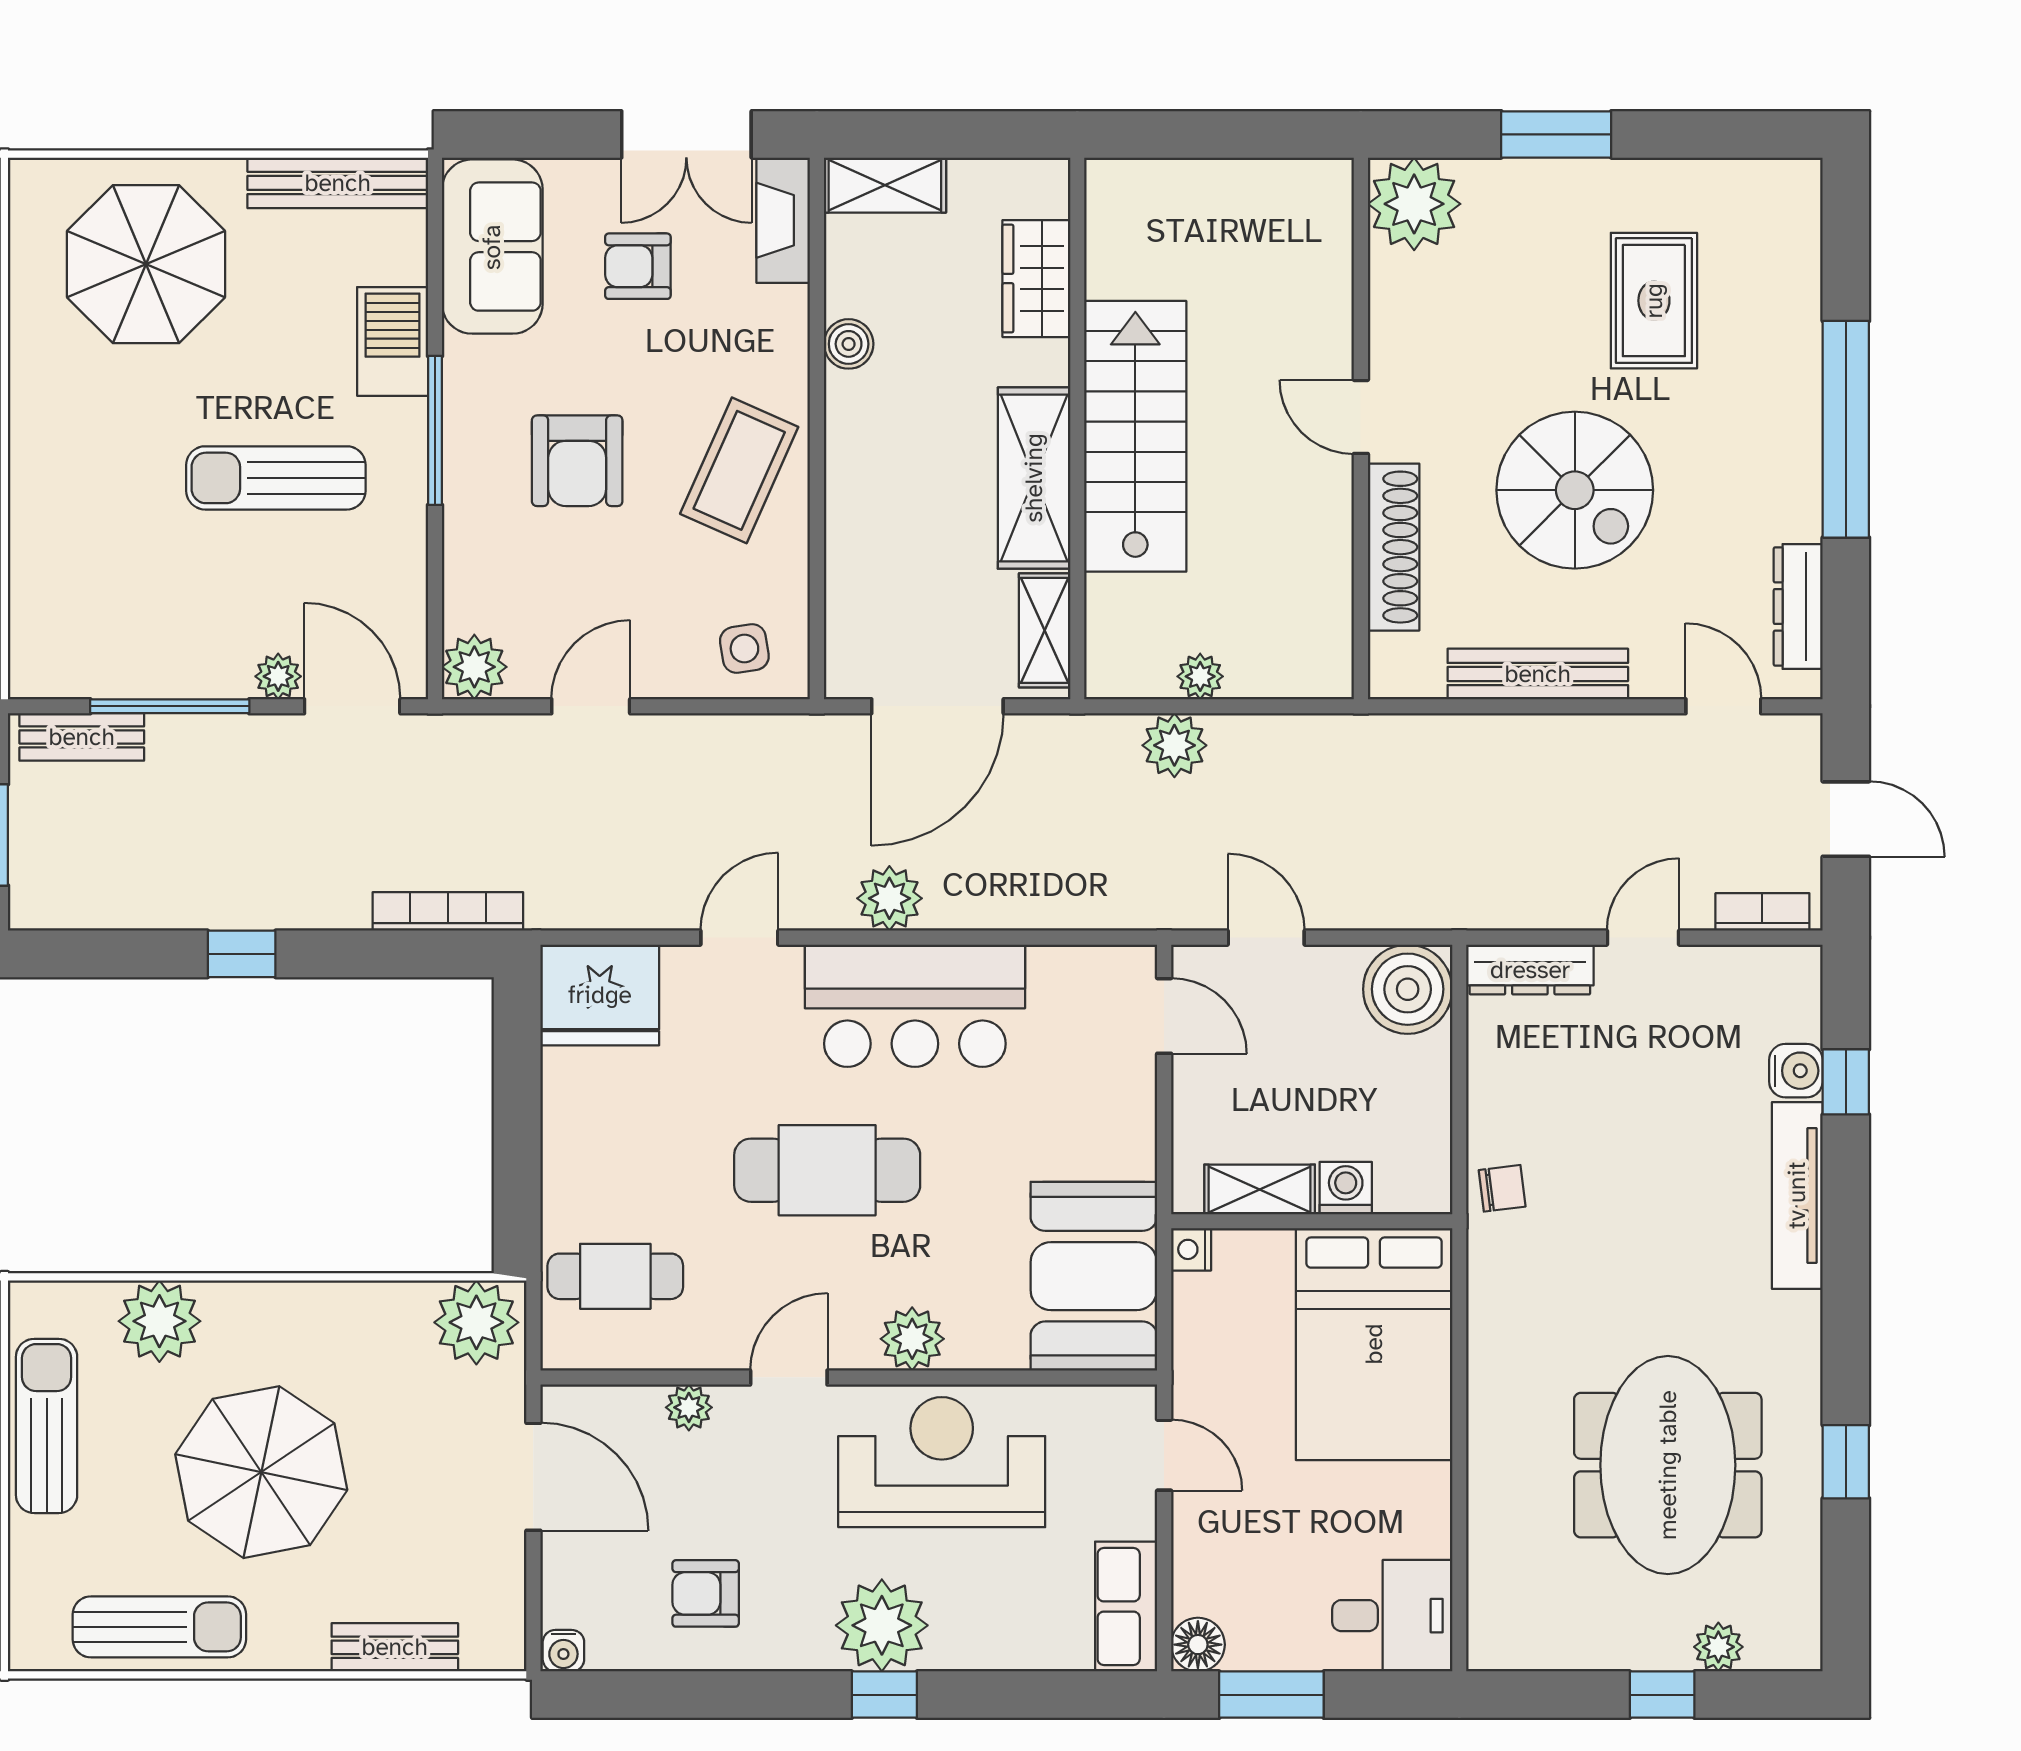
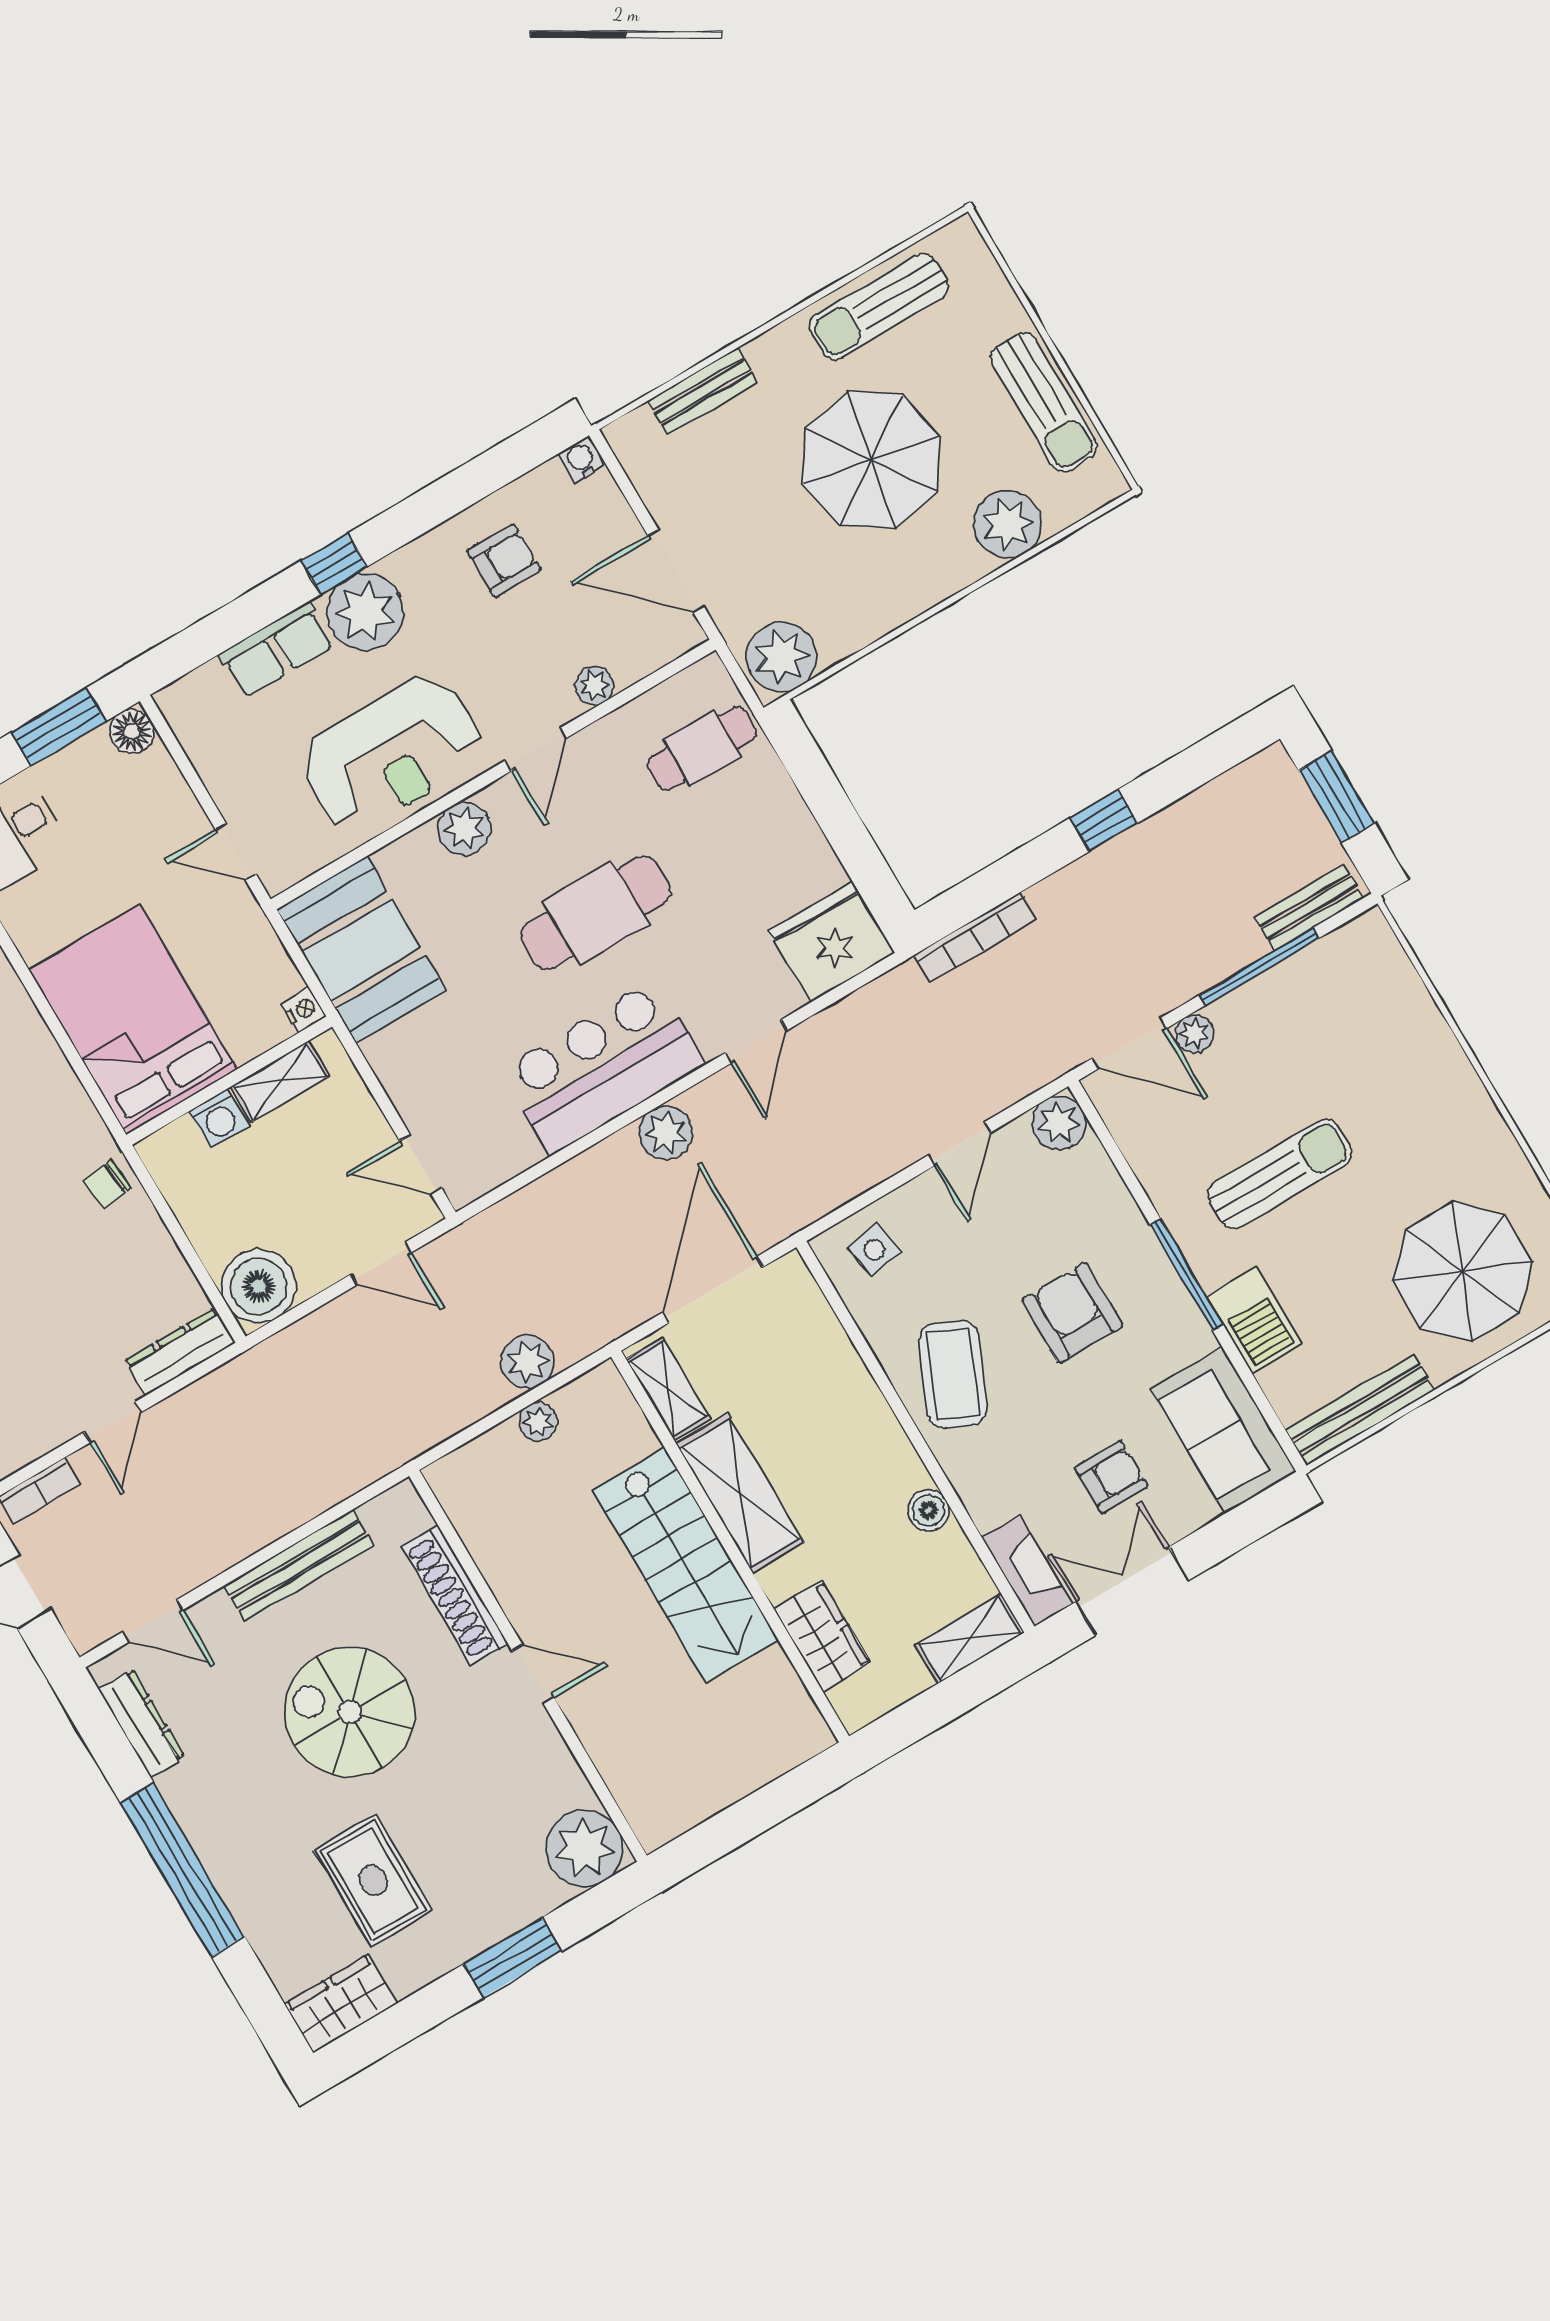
wardrobe: (1763, 192) -> (341, 2004), added
row of seats: (1126, 1607) -> (277, 650), moved, turned 90

